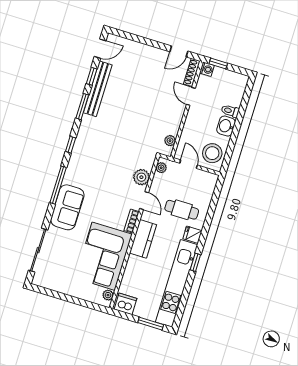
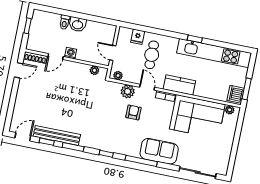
door: (100, 49) -> (23, 137), hinge flipped
door: (179, 51) -> (19, 70), hinge flipped
window: (218, 63) -> (28, 26), moved
washing machine: (207, 69) -> (71, 53), moved
stool: (212, 153) -> (102, 34), removed
door: (189, 164) -> (113, 53), hinge flipped
armchair: (116, 182) -> (133, 112), added
door: (144, 201) -> (147, 87), hinge flipped
fridge: (192, 235) -> (138, 37), moved
window: (151, 324) -> (247, 89), moved

